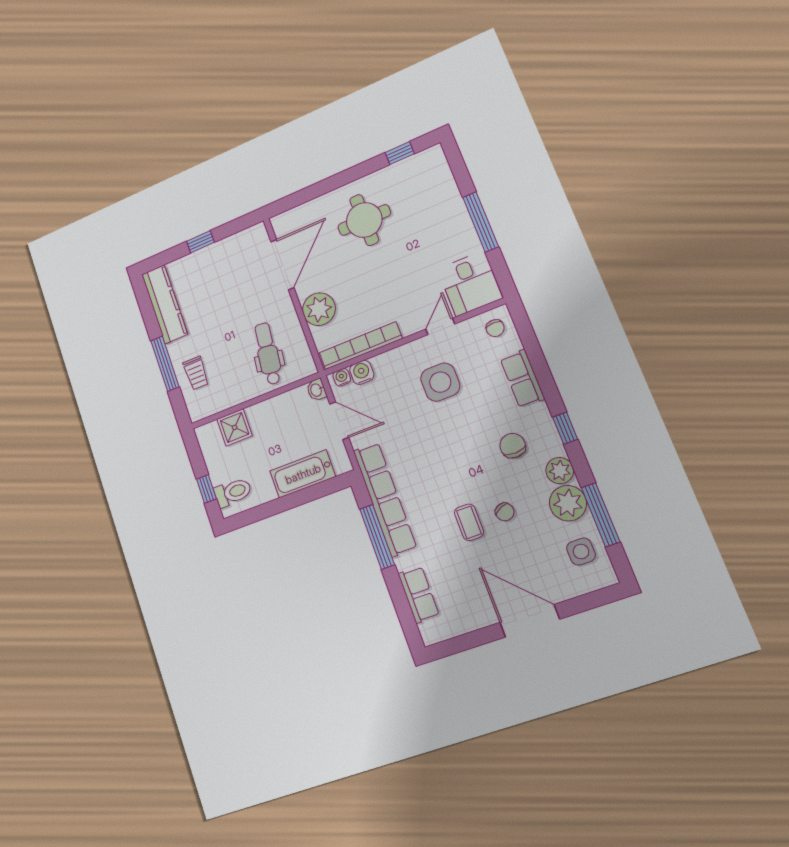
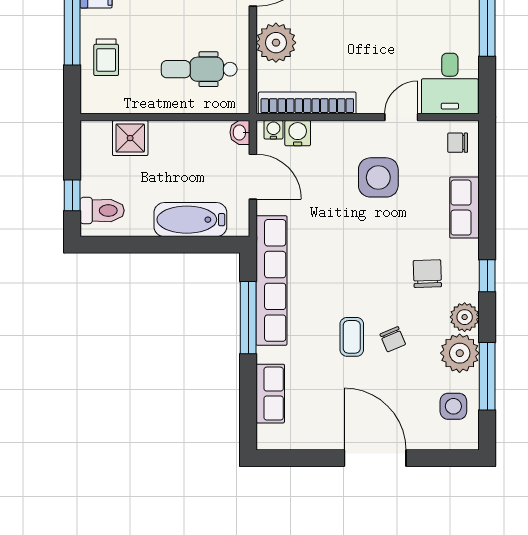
chair: (495, 328) -> (458, 143), turned 90
dental chair: (268, 354) -> (199, 69), turned -97

